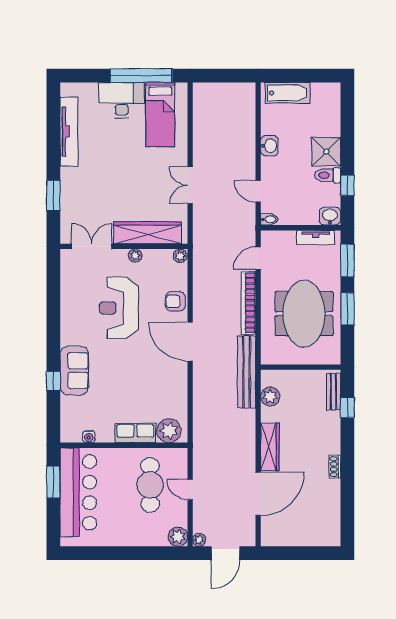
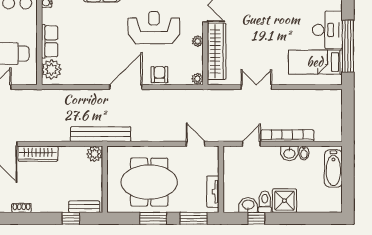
washbasin: (330, 216) -> (248, 205), moved, turned -90
bidet: (269, 219) -> (304, 153), moved
bookcase: (248, 303) -> (287, 136), moved
plant: (270, 397) -> (95, 154), moved

